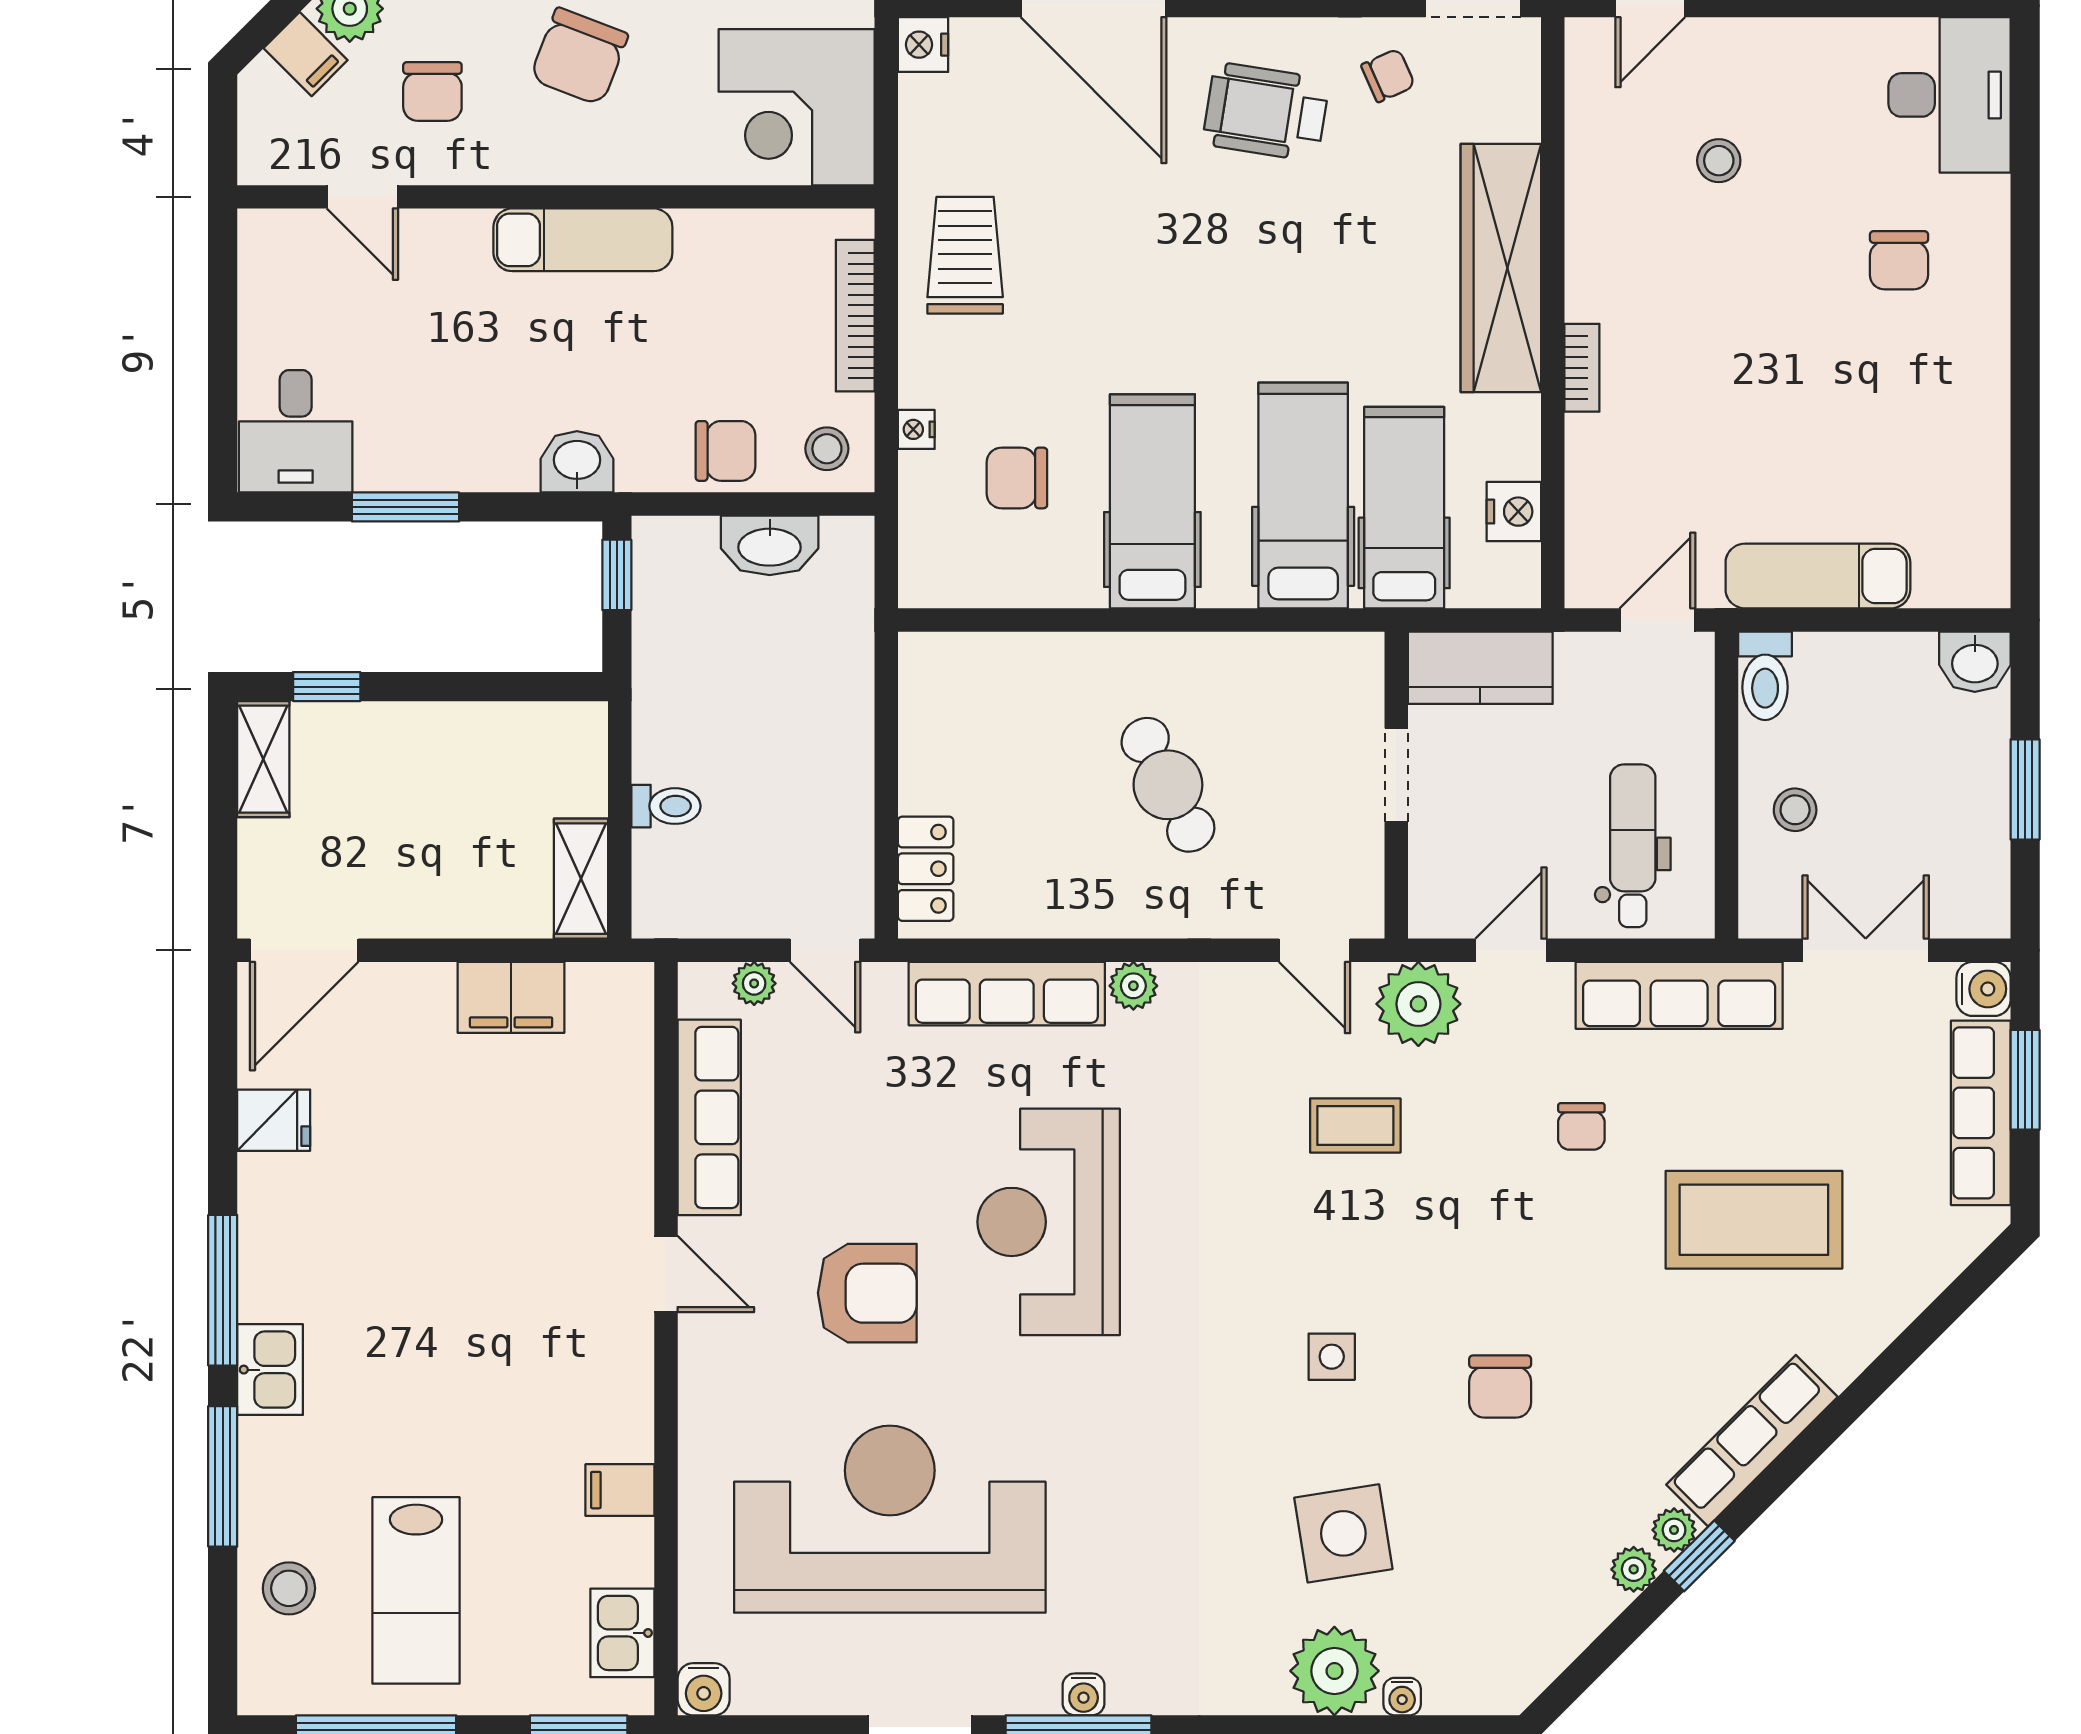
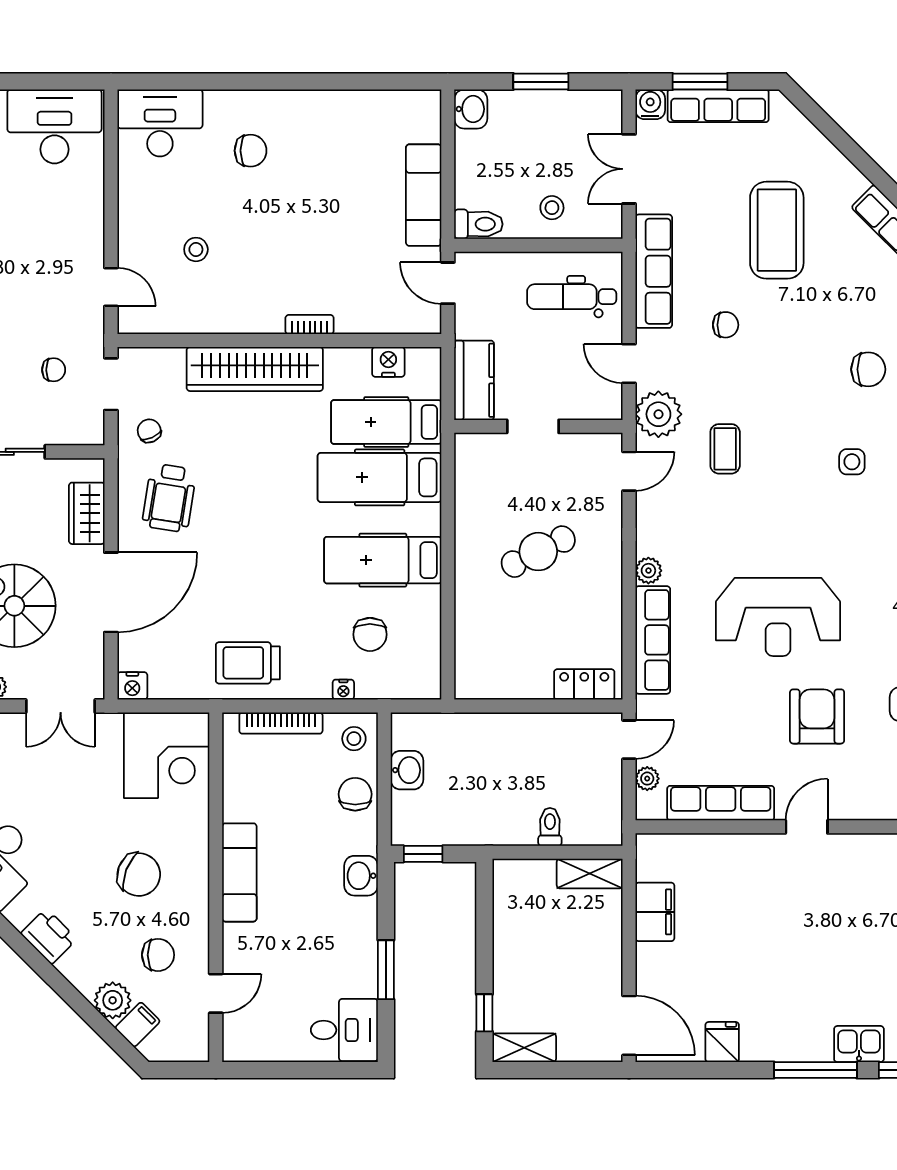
washbasin: (770, 545) -> (407, 770), width x0.72

